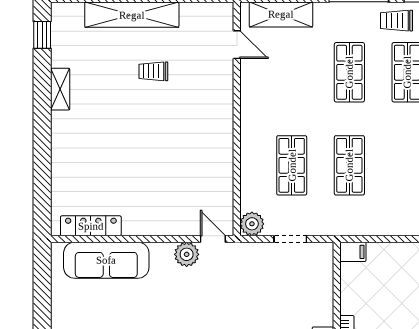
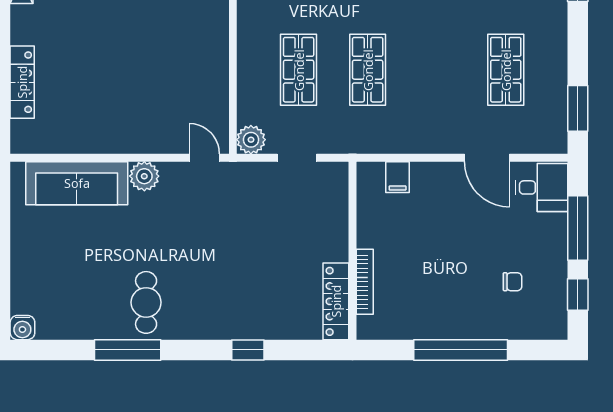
locker: (91, 226) -> (22, 82), moved, turned 90
filing cabinet: (353, 252) -> (398, 177), moved, turned 90
plant: (187, 254) -> (144, 176), moved

